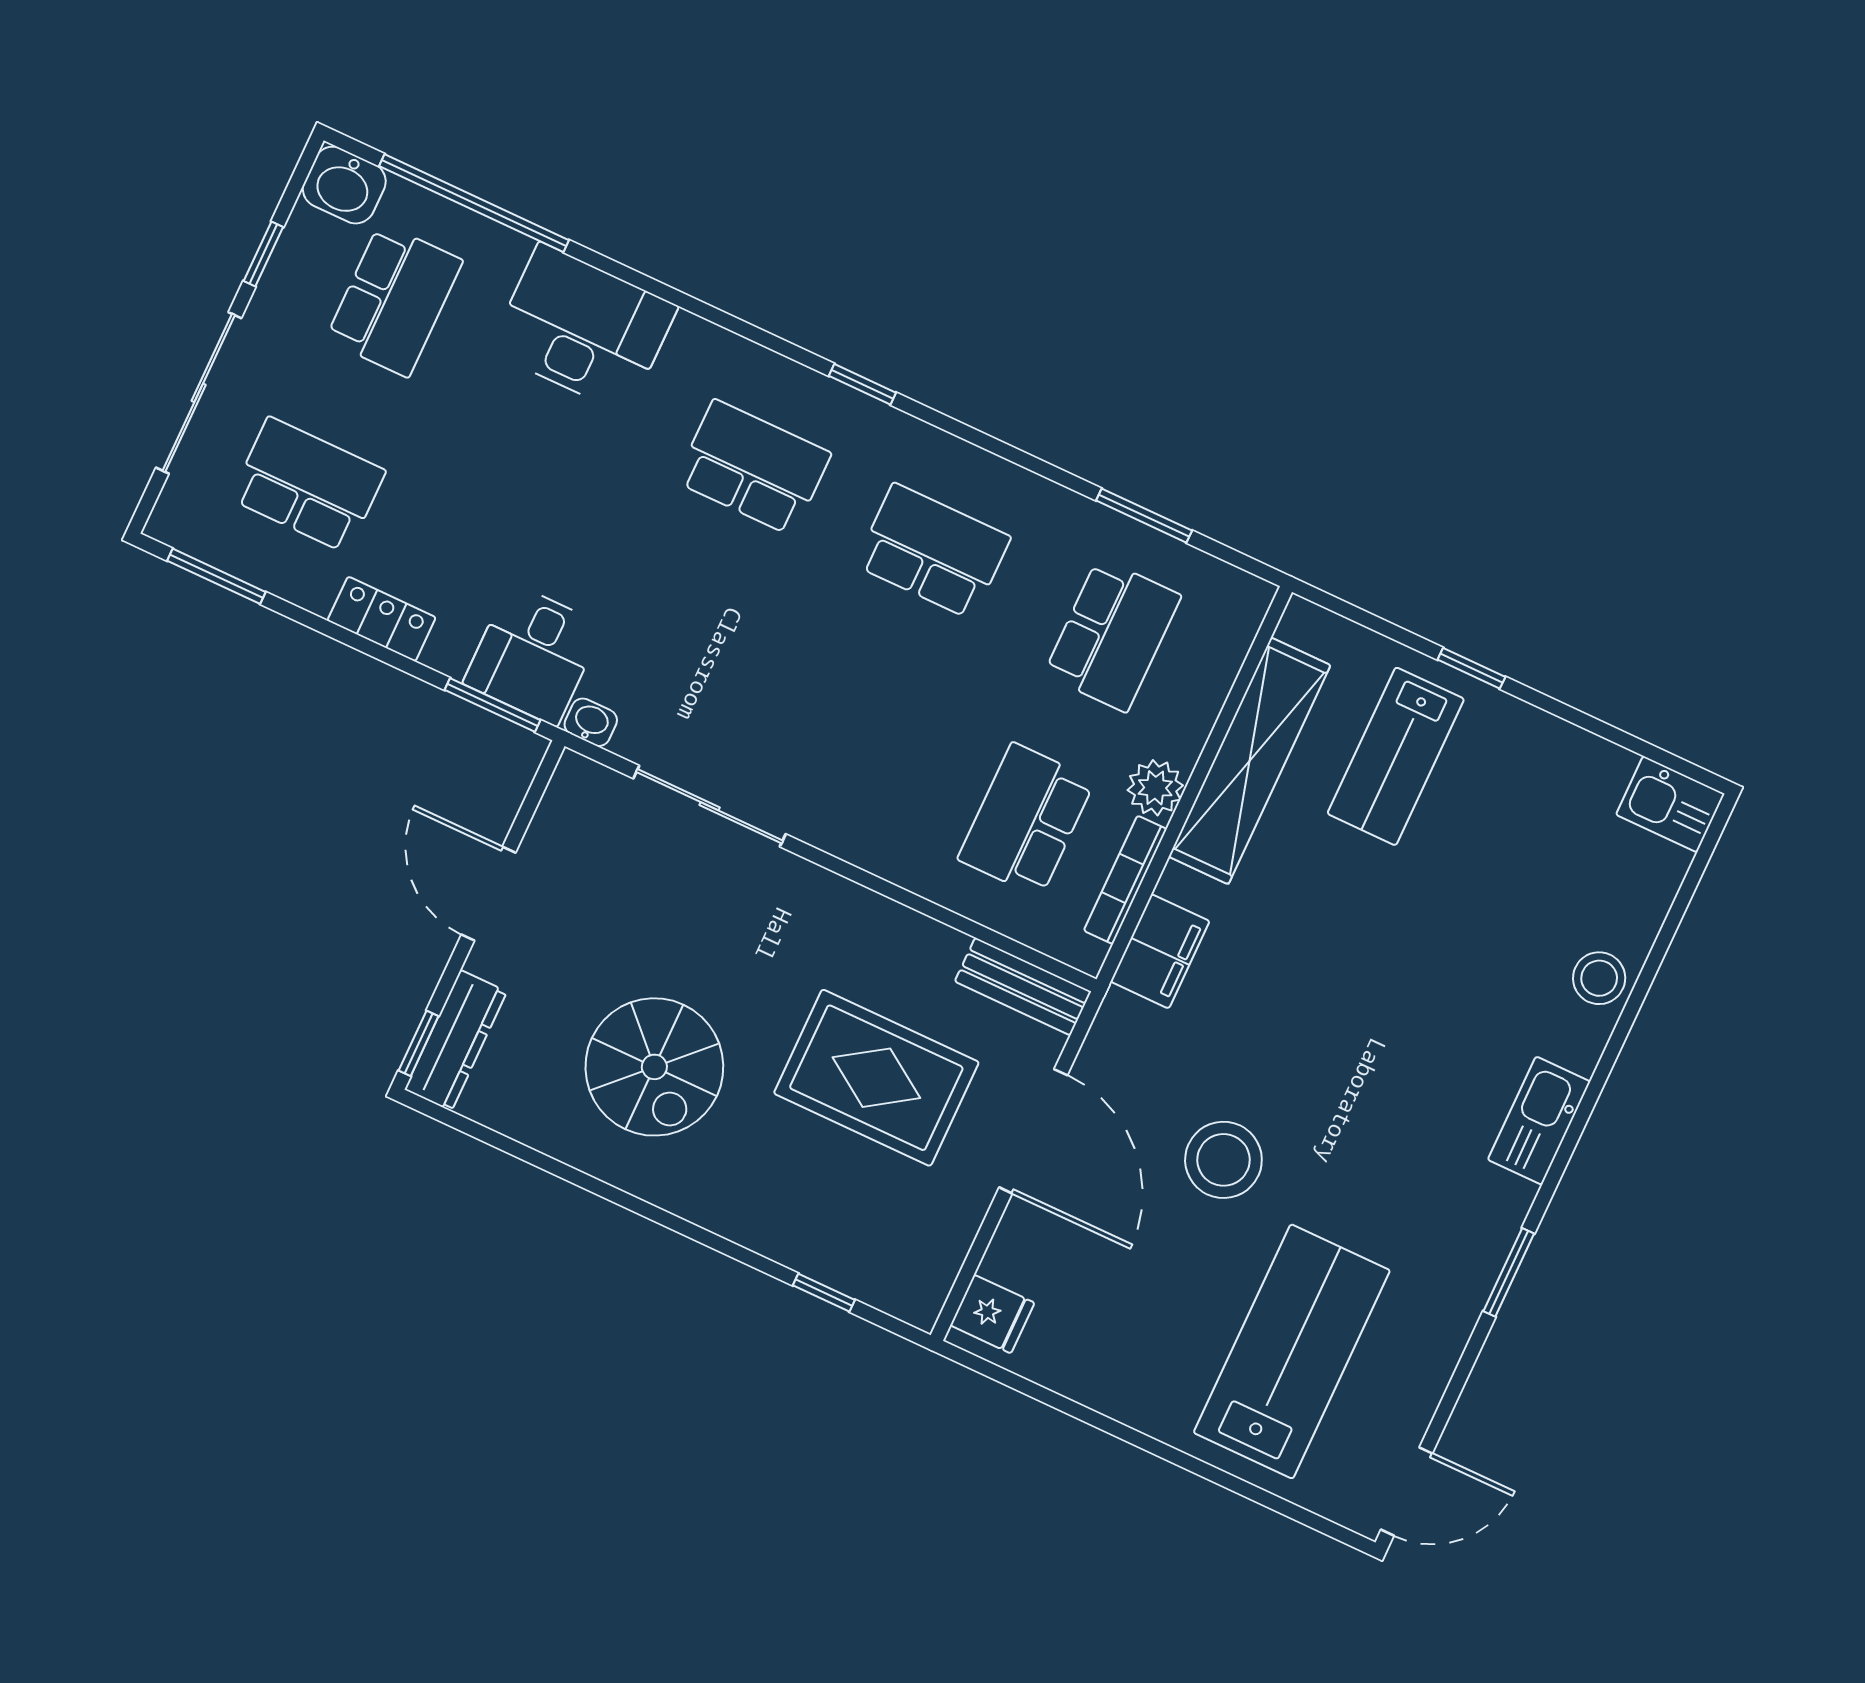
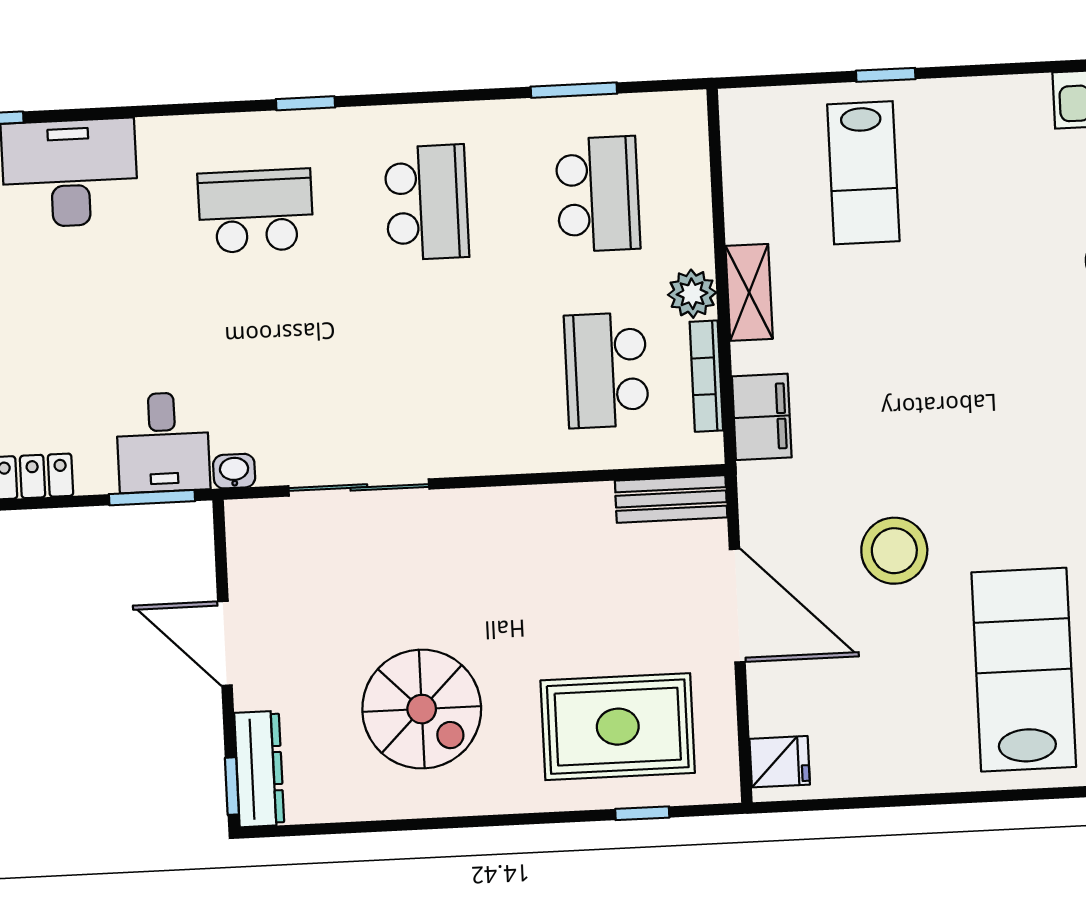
school desk: (933, 551) -> (427, 202), turned 90
shelving: (1250, 761) -> (749, 292), width x0.45, depth x0.75
rug: (876, 1078) -> (618, 727), moved

